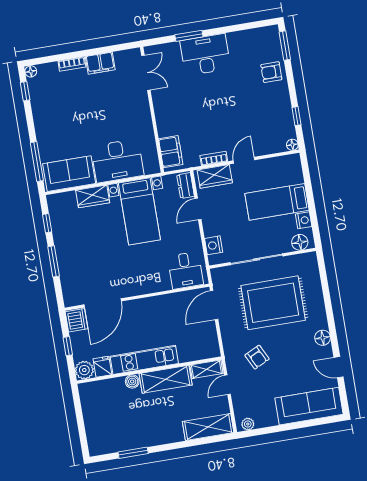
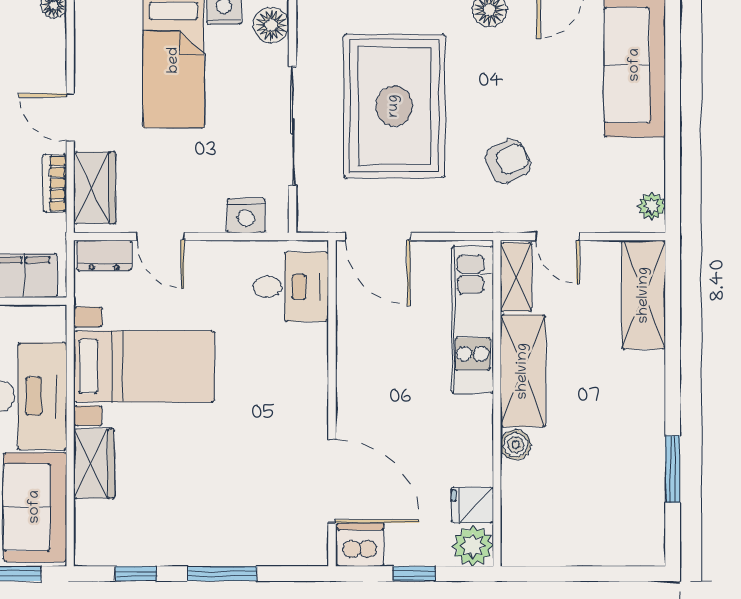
kitchen unit: (144, 360) -> (473, 320), moved

